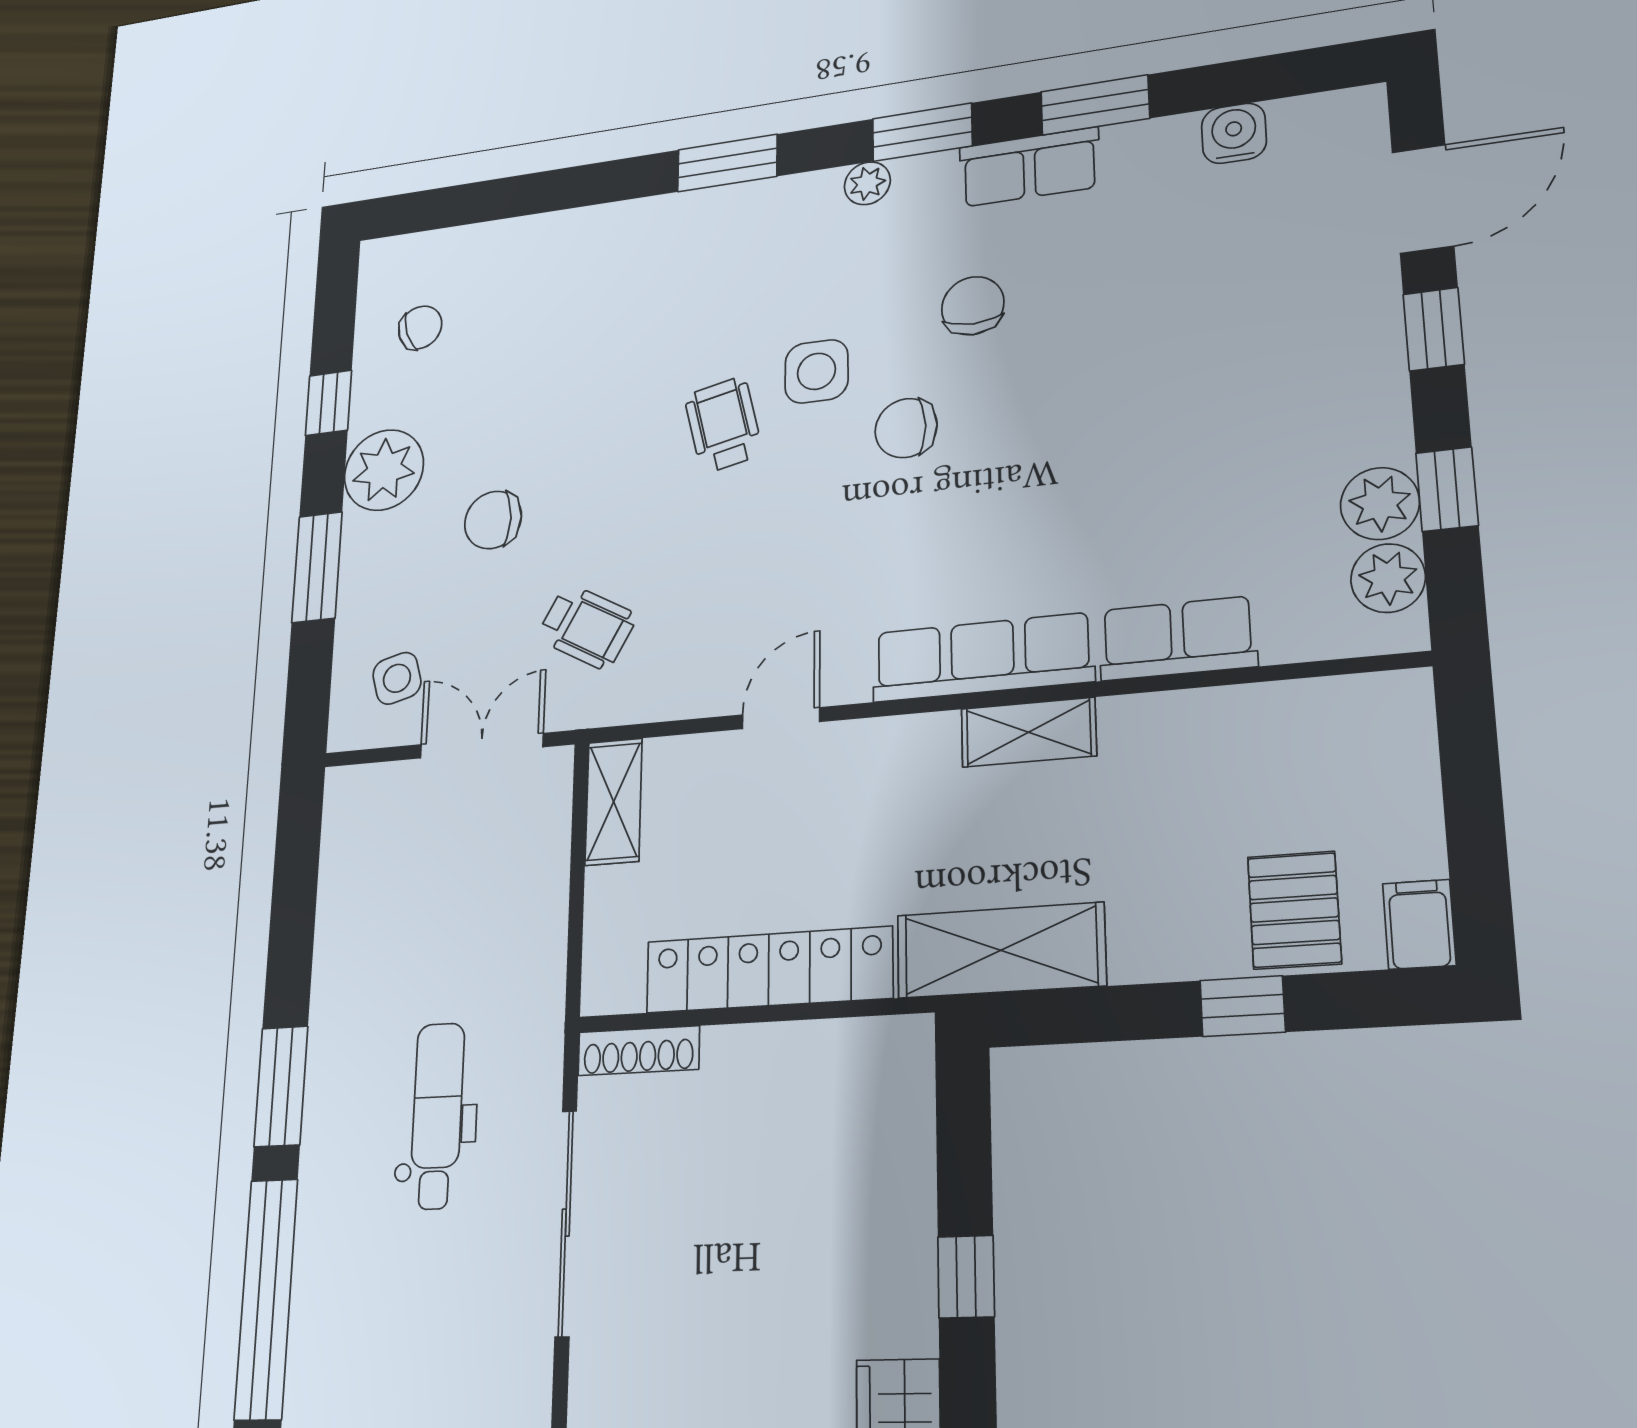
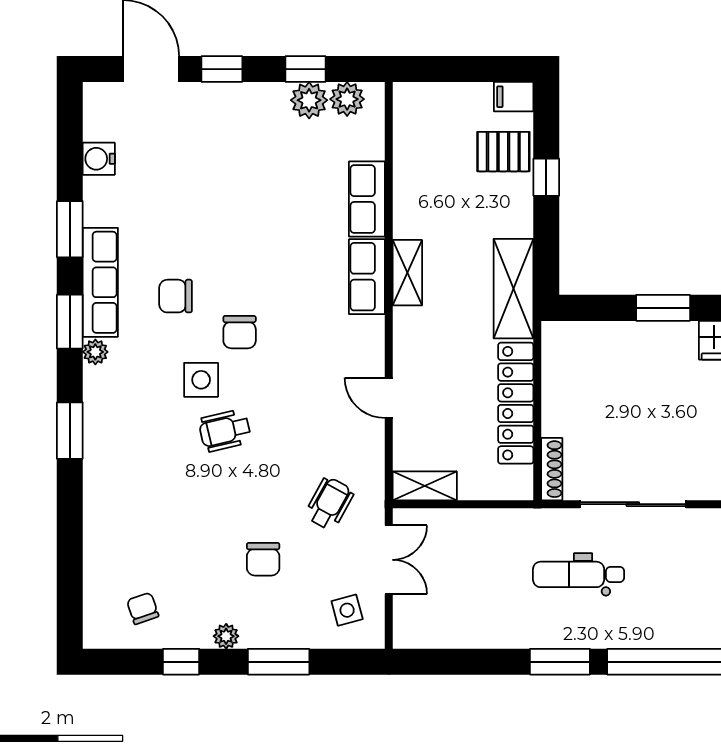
row of seats: (1029, 167) -> (100, 282), width x1.48
plant: (384, 470) -> (226, 636), width x0.53, depth x0.53
row of seats: (982, 657) -> (367, 277), width x0.68
double door: (482, 746) -> (389, 560), swing flipped
window: (966, 1277) -> (663, 308), width x1.50

